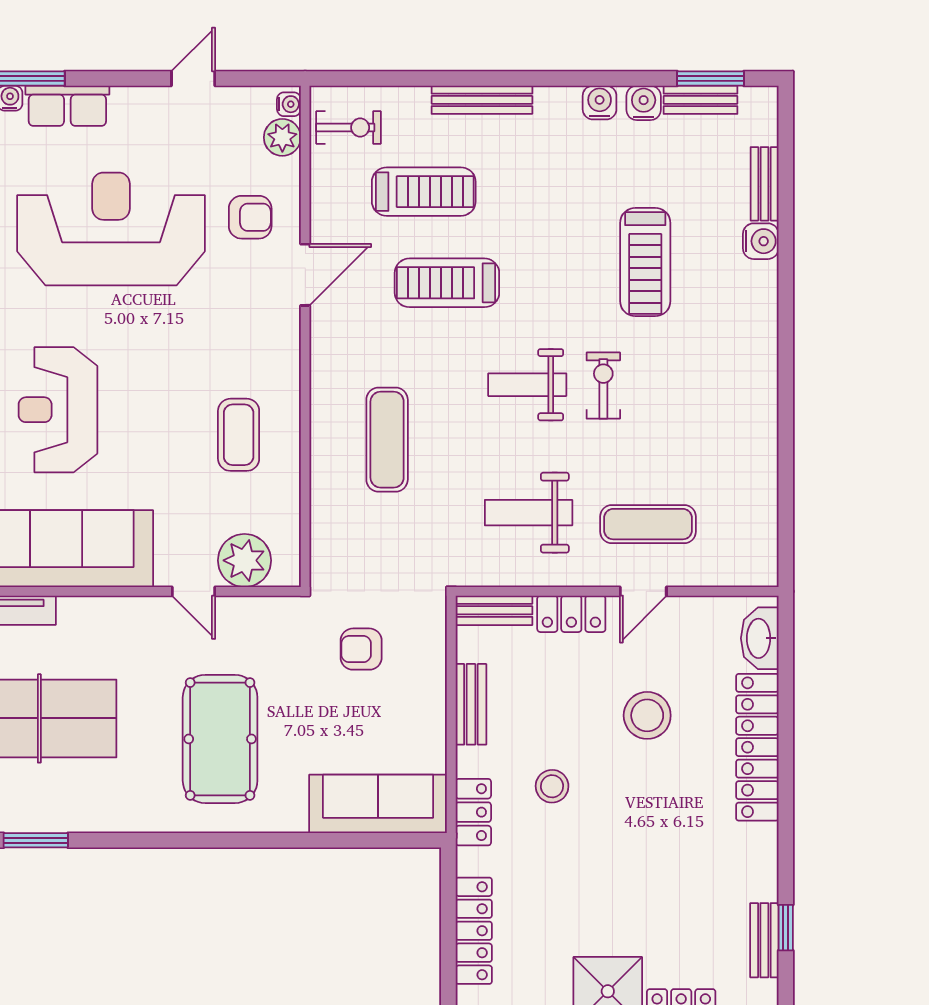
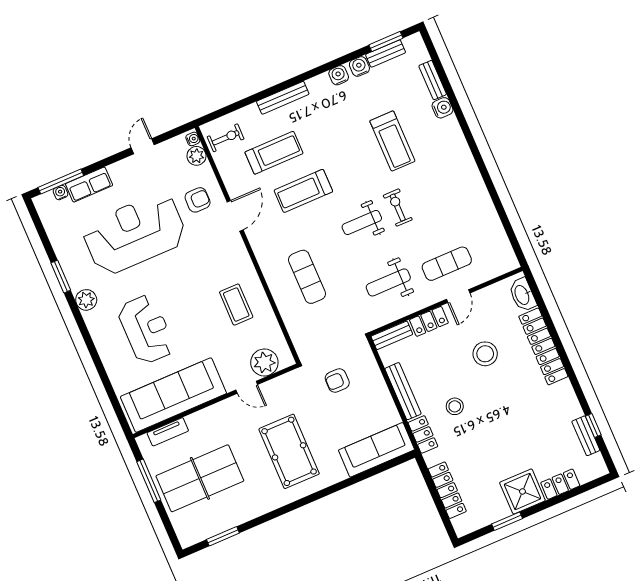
reception desk: (58, 410) -> (146, 329), turned 180
bench: (471, 704) -> (403, 391), width x1.36

